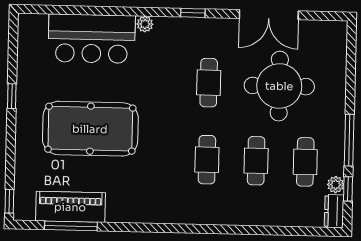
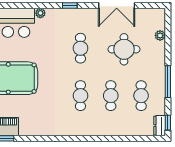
round table: (279, 86) -> (124, 49), width x0.73, depth x0.73
plant: (336, 185) -> (160, 35), moved
window: (348, 189) -> (168, 123), moved

